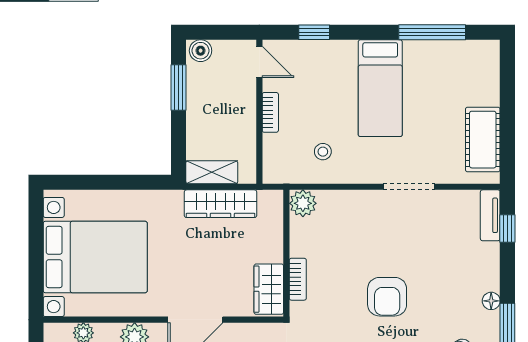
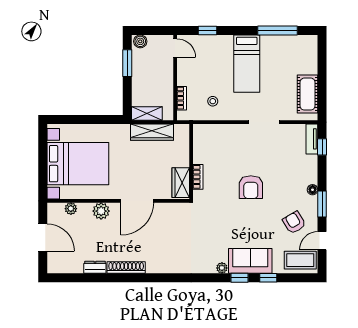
bookcase: (270, 112) -> (182, 98), moved
plant: (303, 203) -> (201, 132), removed

